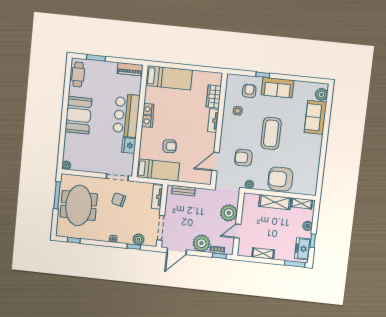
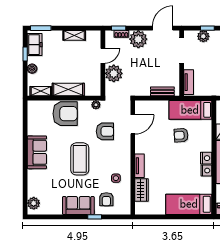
sofa: (316, 117) -> (37, 152), moved

